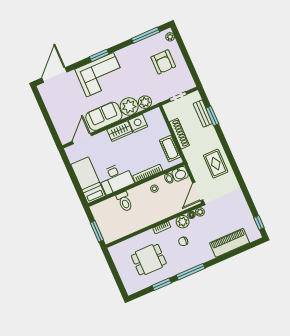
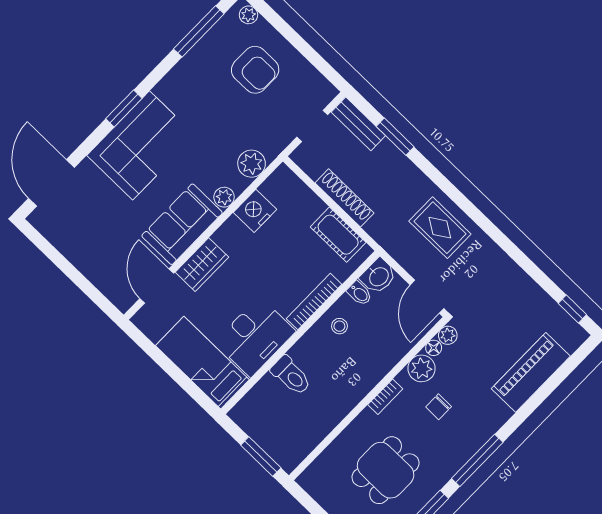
plant: (129, 106) -> (224, 197), width x0.53, depth x0.53
bench: (203, 114) -> (358, 124), moved
wardrobe: (120, 131) -> (202, 265), moved

